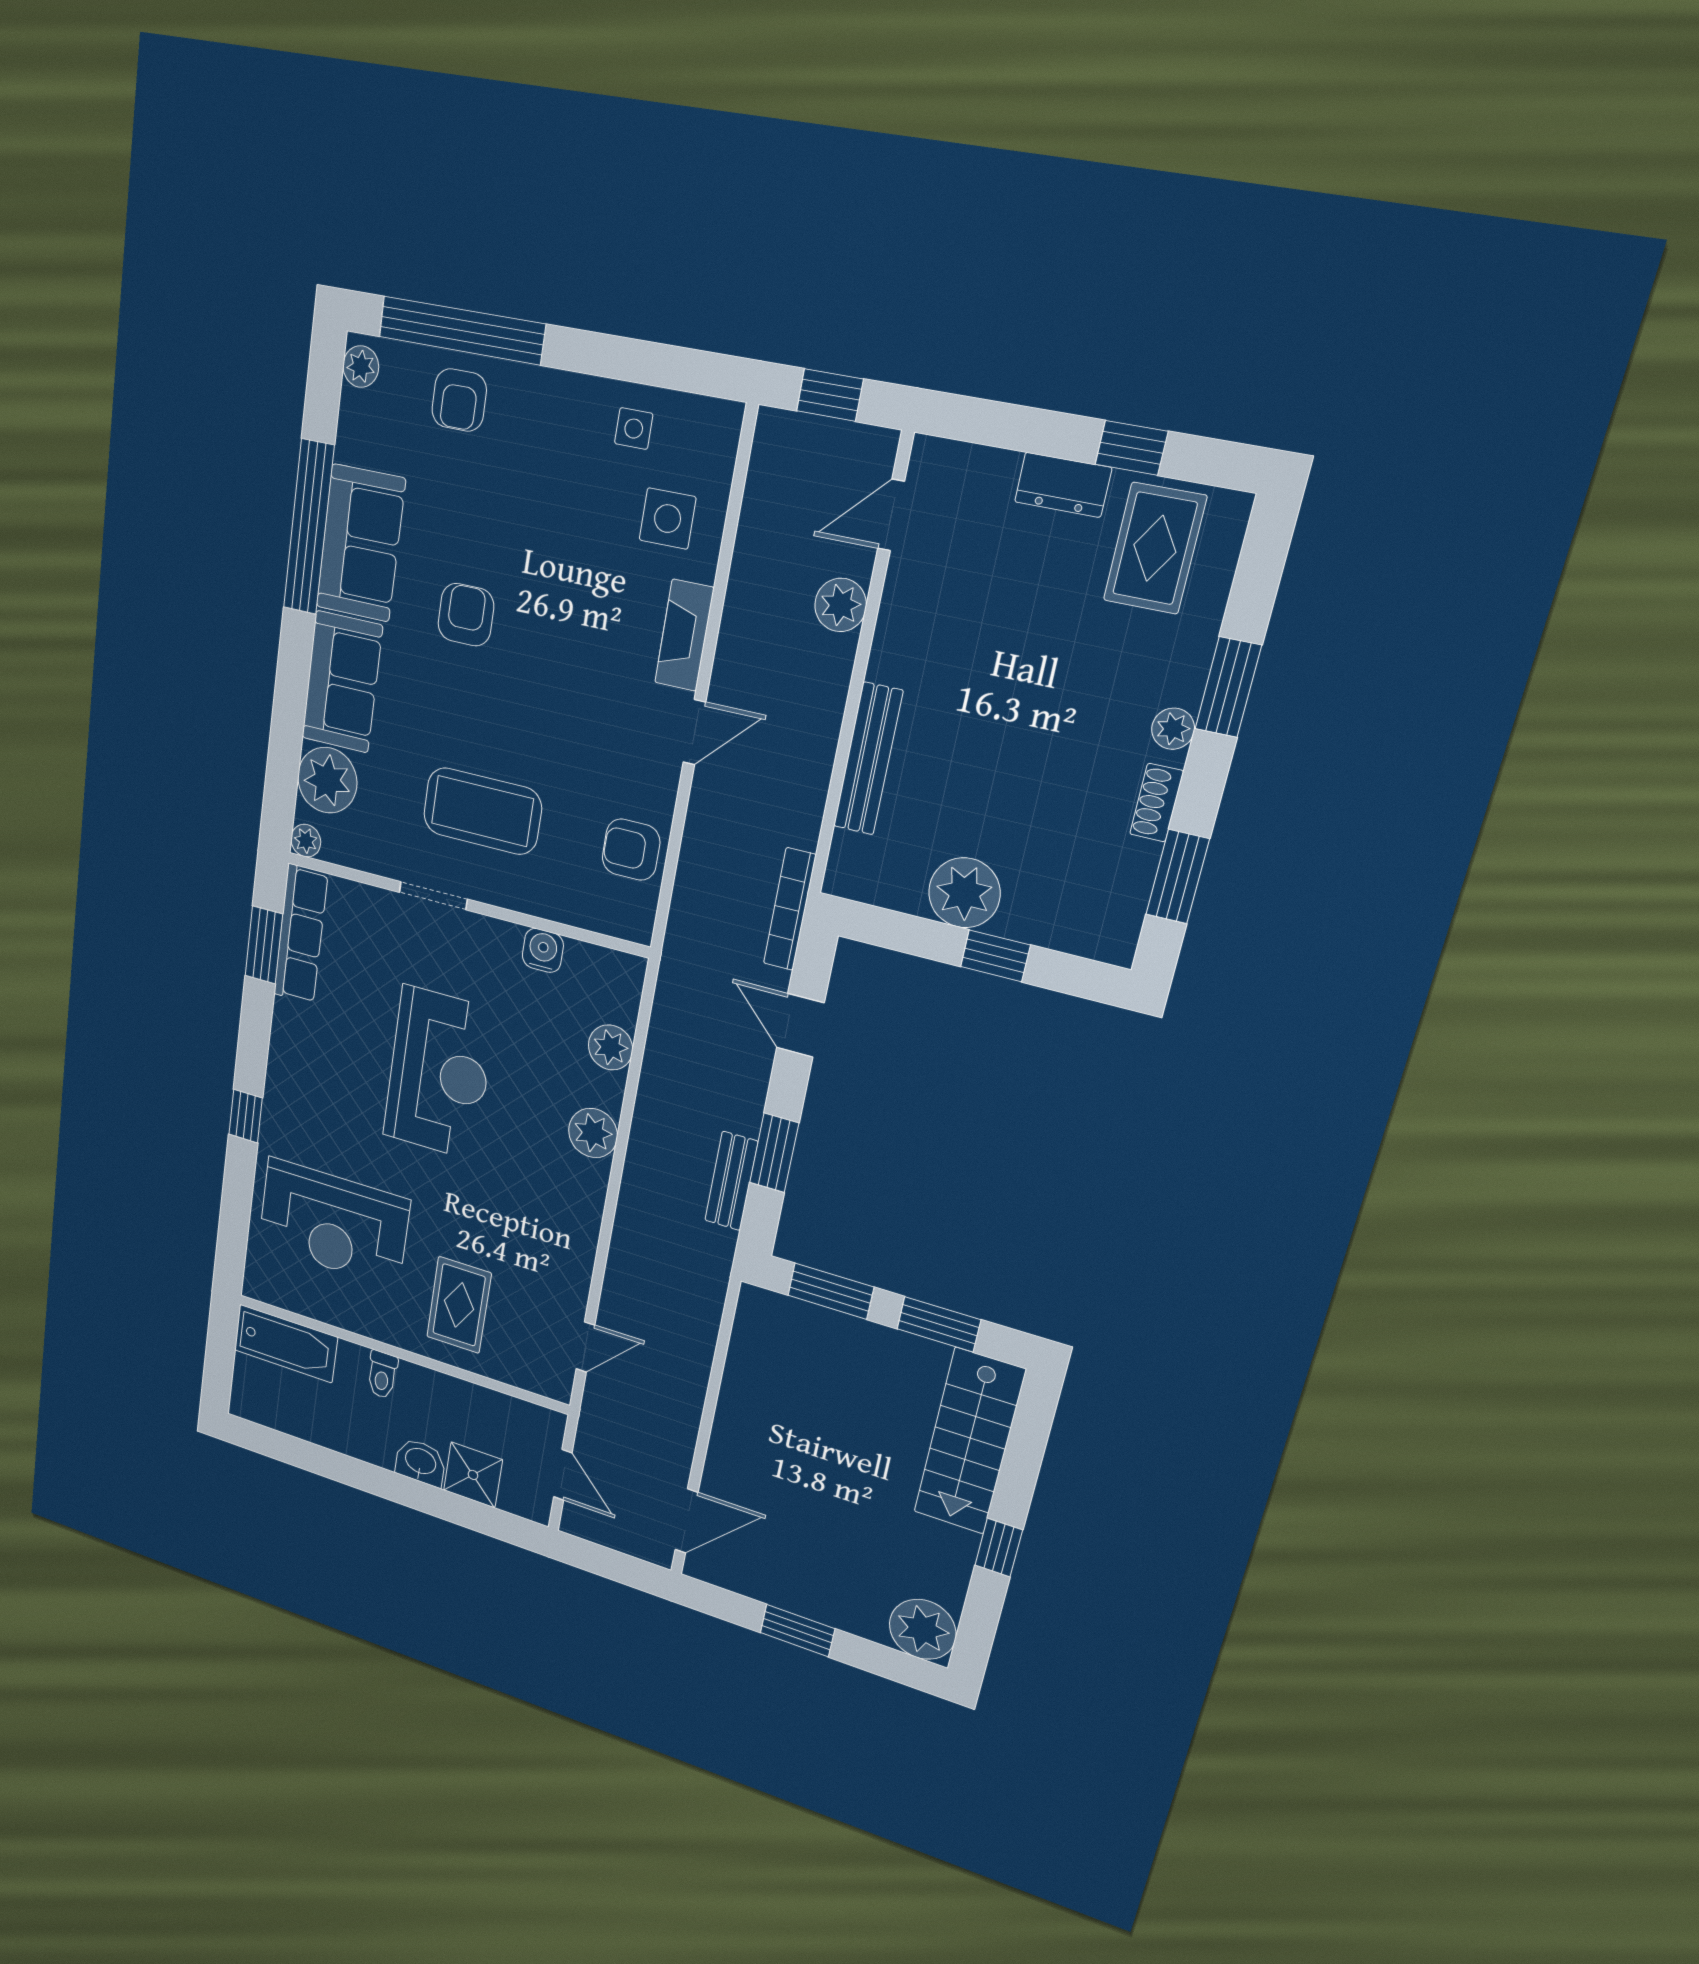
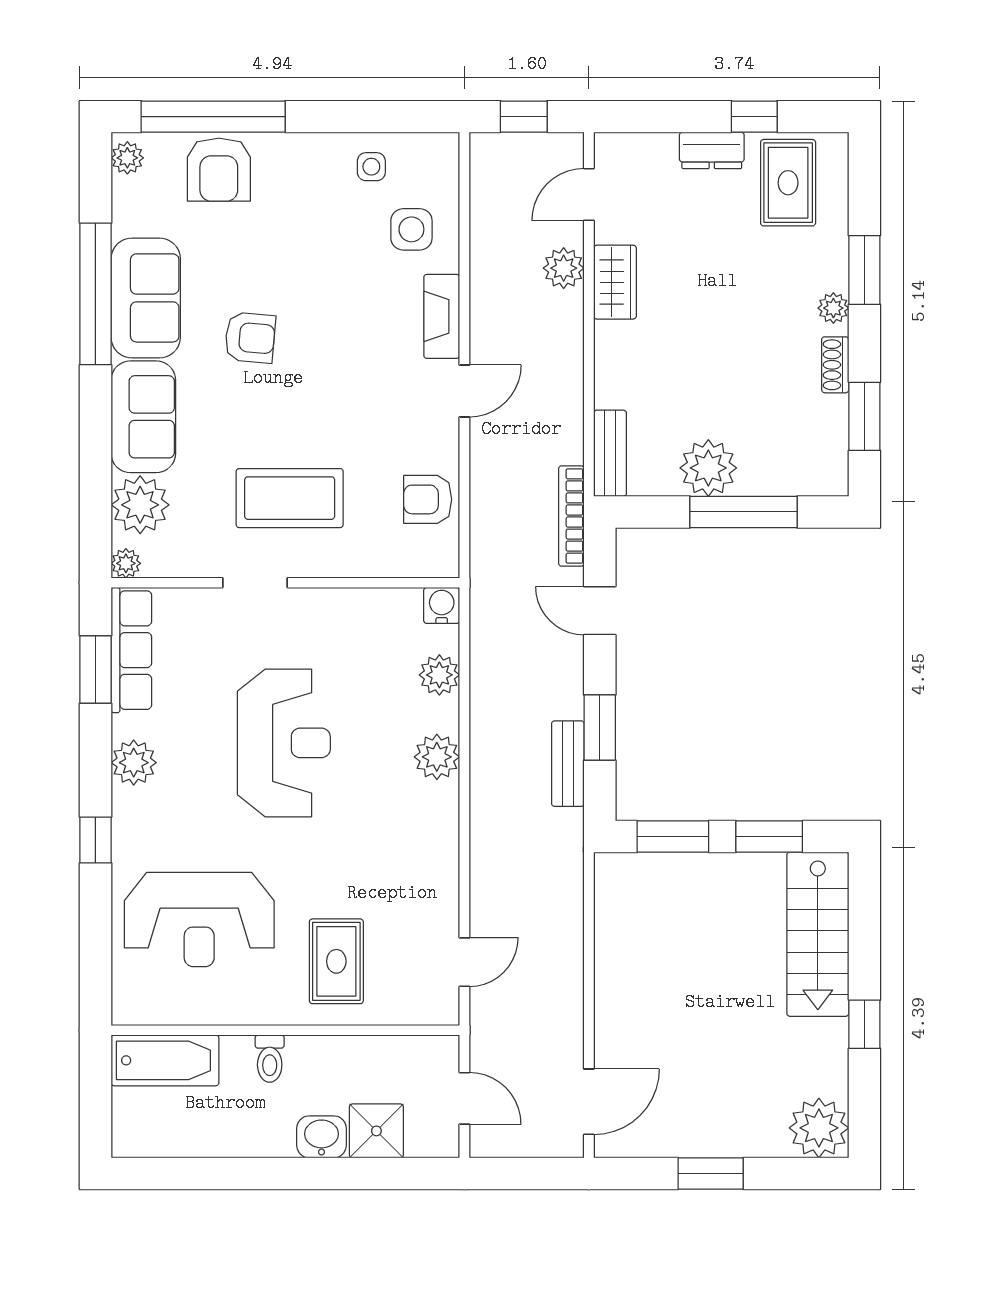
armchair: (459, 400) -> (219, 170), width x1.38, depth x1.38
armchair: (466, 615) -> (250, 338), turned 95
wardrobe: (900, 636) -> (615, 282), added
bench: (868, 759) -> (610, 453), moved, width x0.73
water cooler: (543, 950) -> (442, 605), moved
window: (995, 956) -> (744, 512), width x2.17
plant: (290, 1050) -> (134, 763), added

